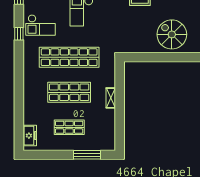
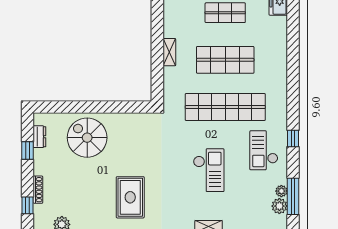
checkout: (41, 25) -> (264, 150), turned -90
spiral stairs: (172, 34) -> (87, 138), turned 180

